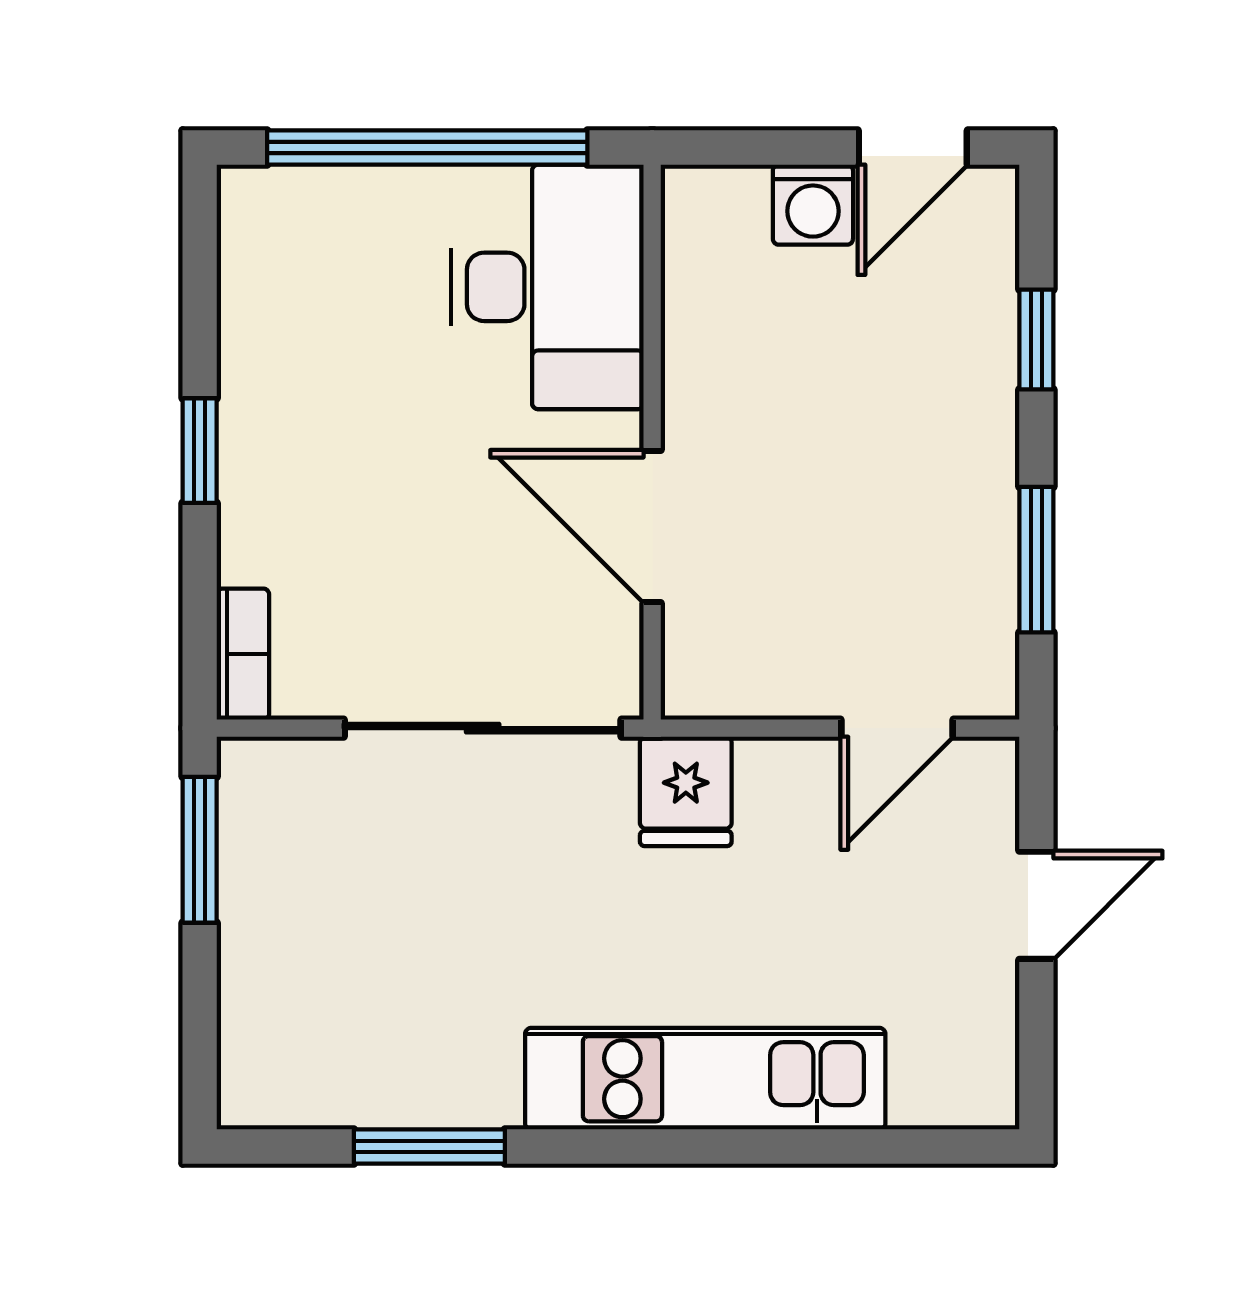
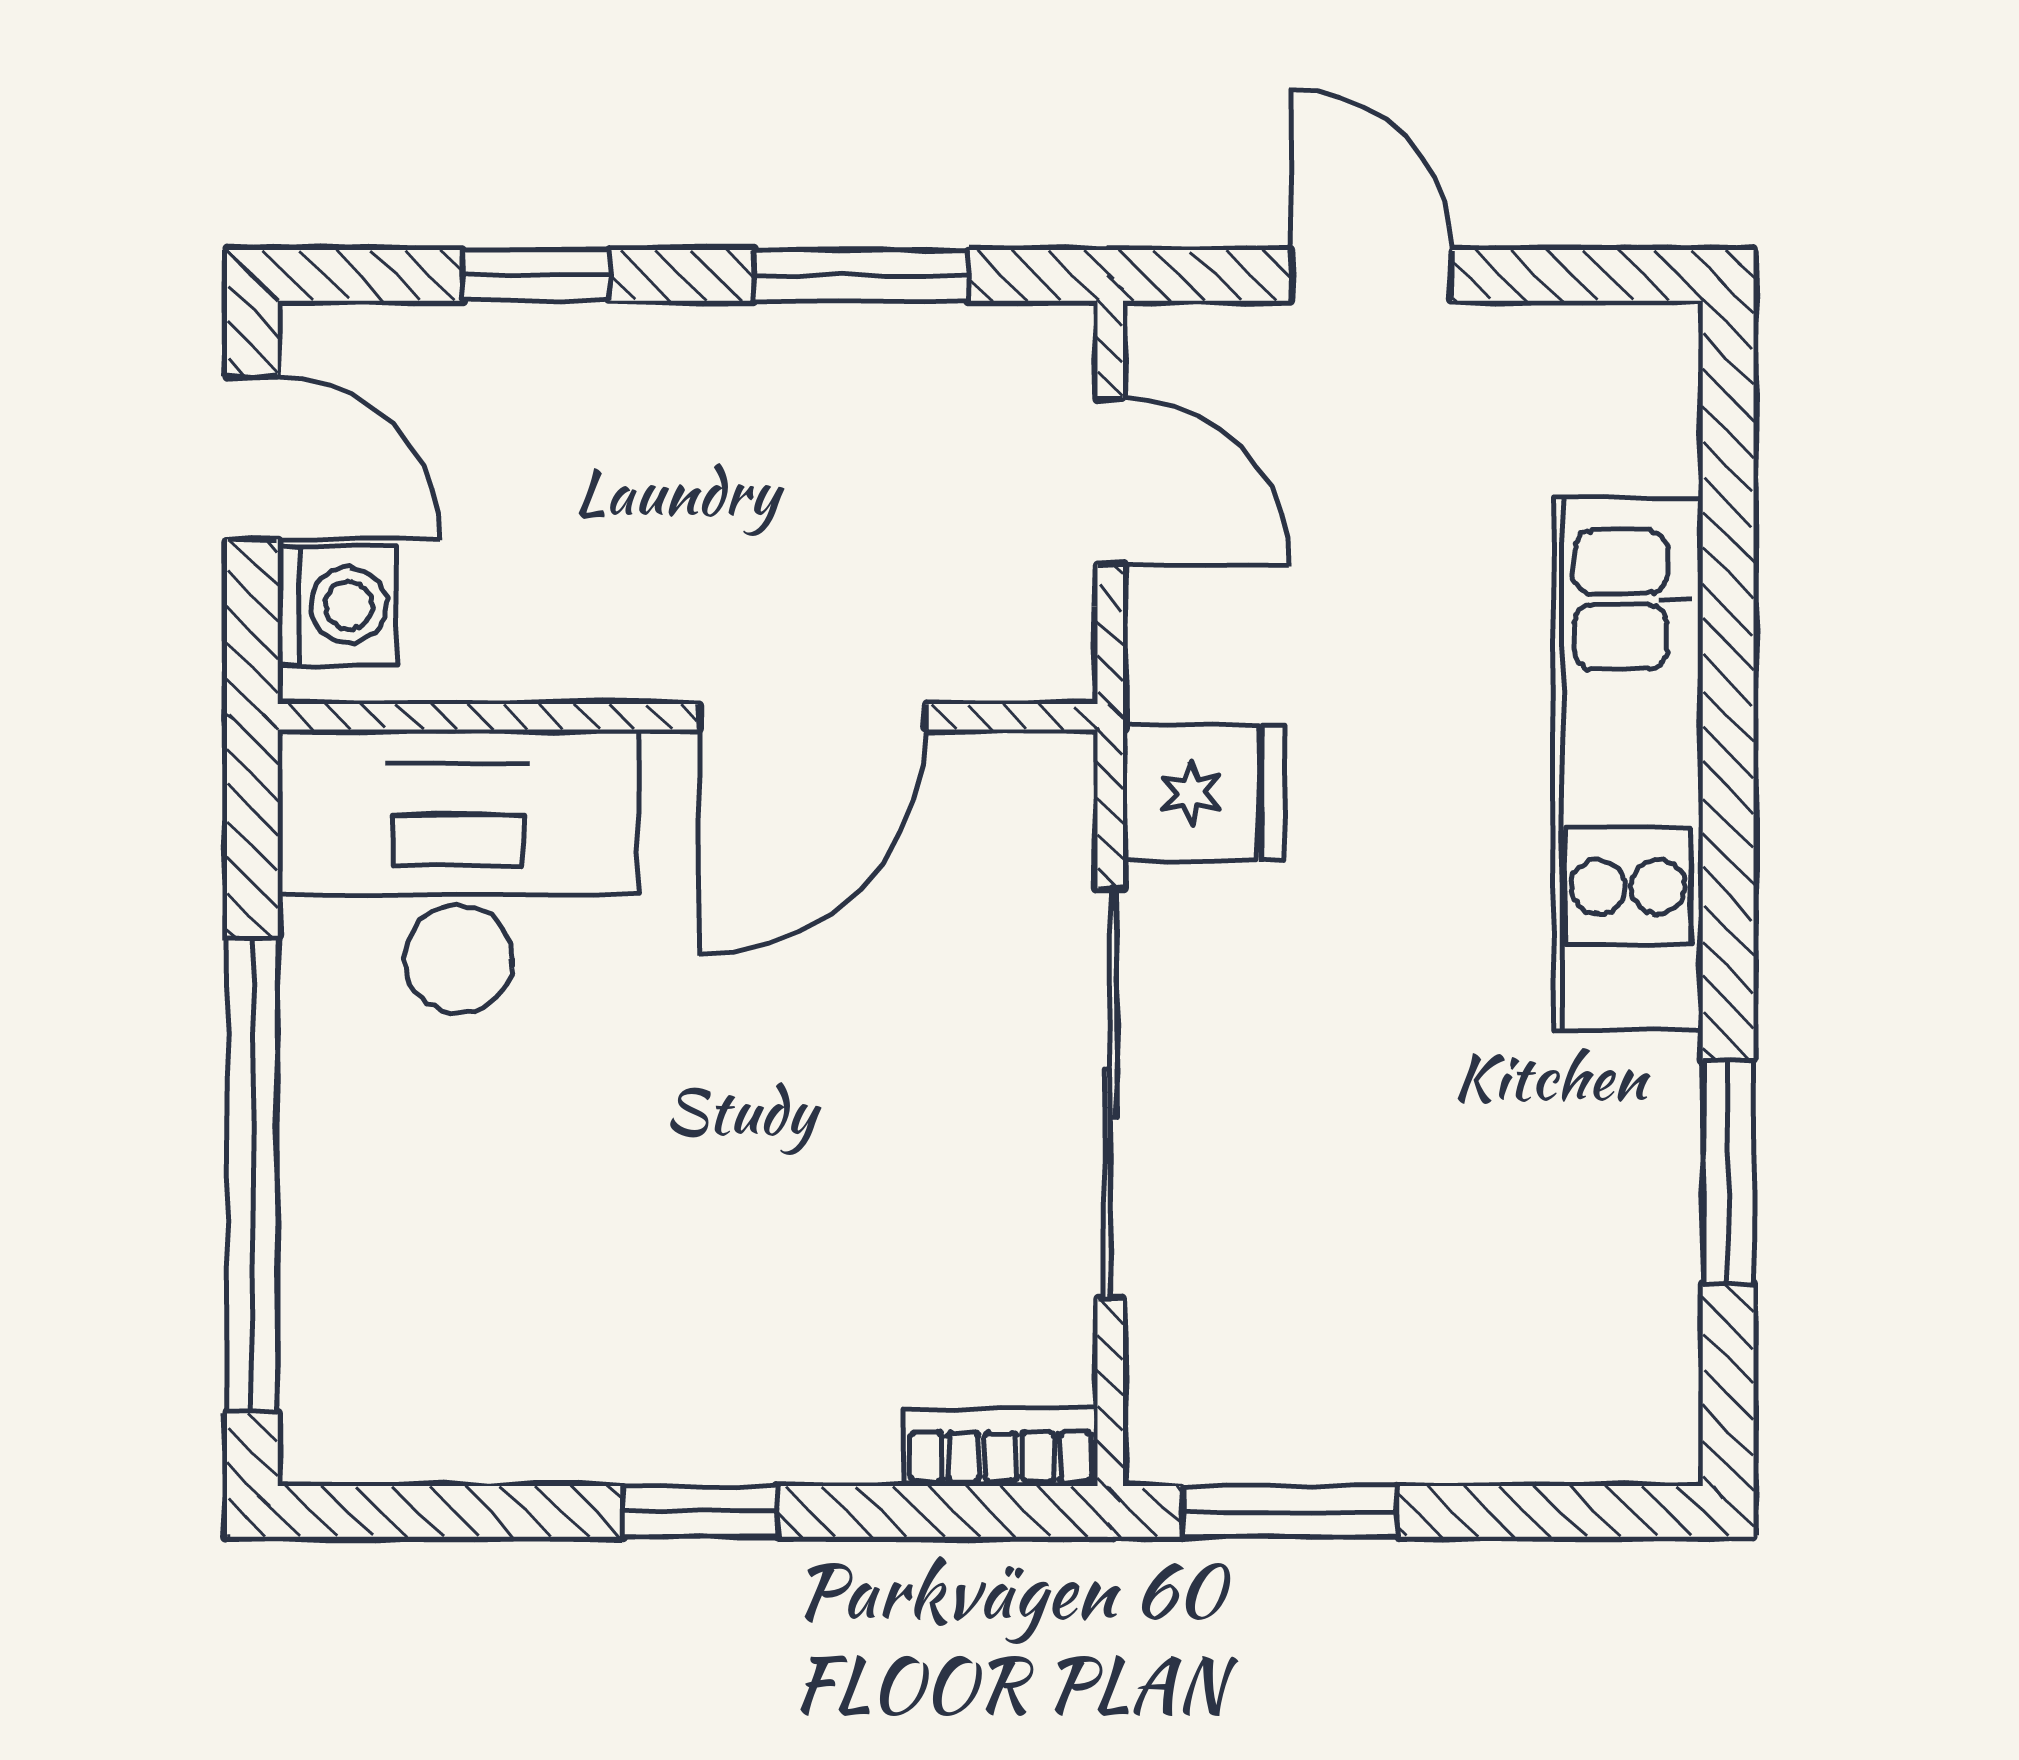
desk: (548, 287) -> (458, 871), moved
wall: (652, 442) -> (688, 717), moved
door: (652, 527) -> (812, 717), moved

